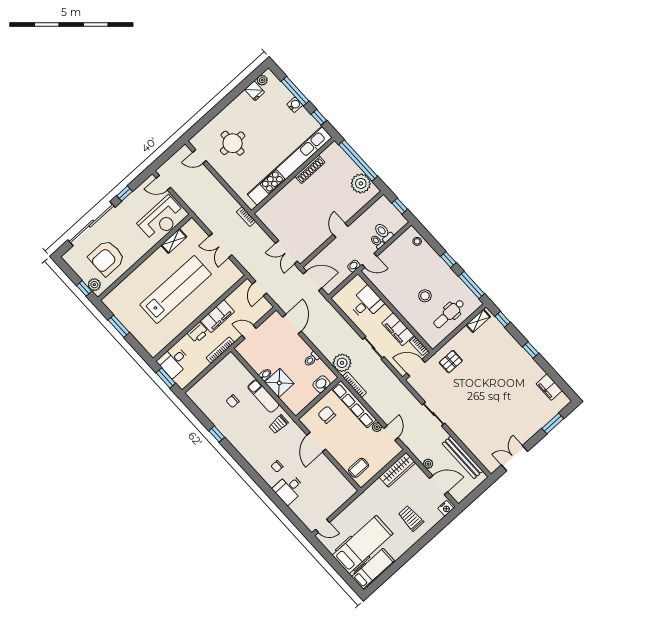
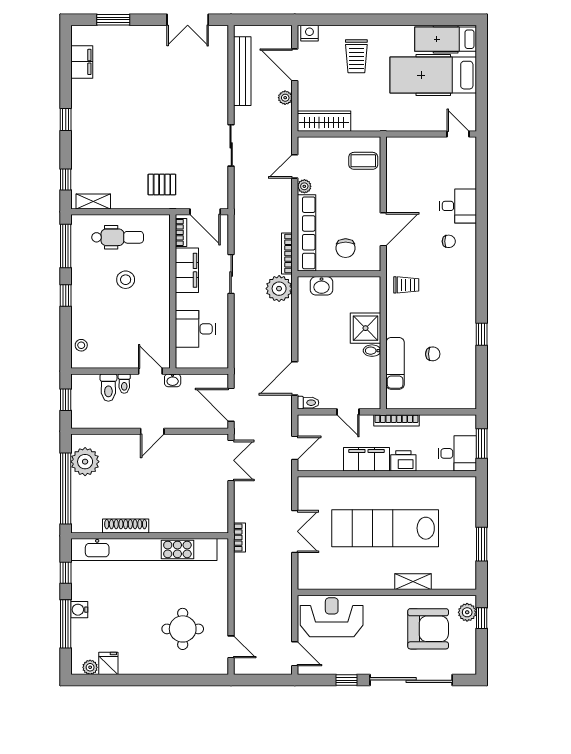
shelving: (174, 241) -> (413, 582), moved
toilet: (311, 359) -> (308, 403), moved
exam couch: (263, 396) -> (395, 363), moved

